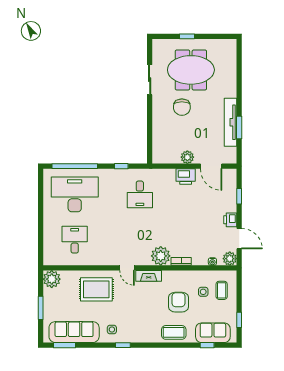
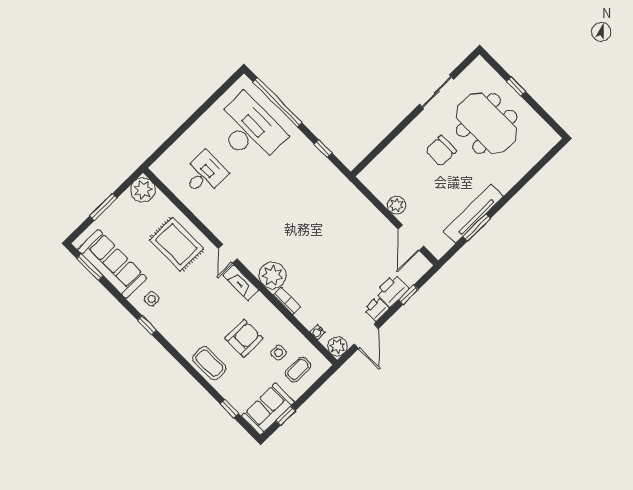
printer: (186, 177) -> (392, 290), moved, turned 90
desk: (140, 194) -> (313, 194), removed
sofa: (213, 333) -> (268, 409), moved, turned -90

